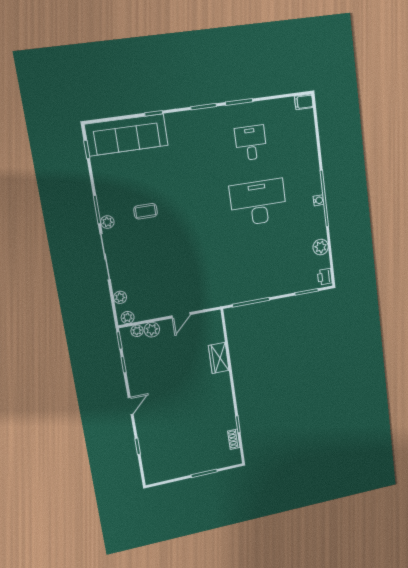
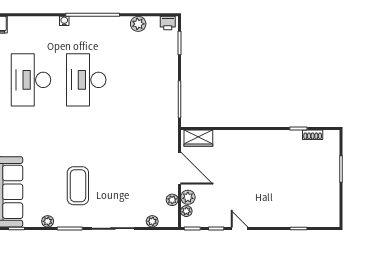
desk: (251, 143) -> (31, 80), width x1.87, depth x1.30
water cooler: (318, 200) -> (64, 21), moved
coffee table: (146, 211) -> (78, 186), width x1.86, depth x1.72
plant: (107, 222) -> (48, 221), moved
door: (181, 315) -> (179, 168), width x1.87
plant: (128, 317) -> (172, 200), moved
wardrobe: (219, 358) -> (198, 138), moved
door: (131, 406) -> (240, 228), moved

